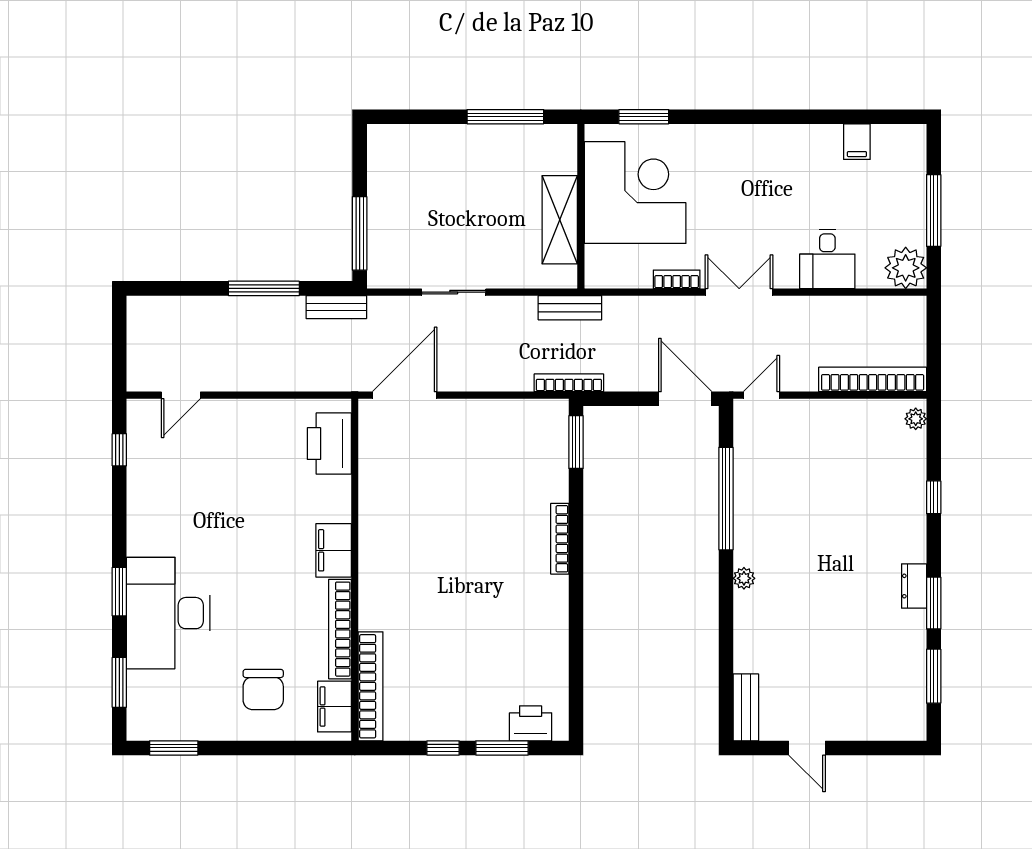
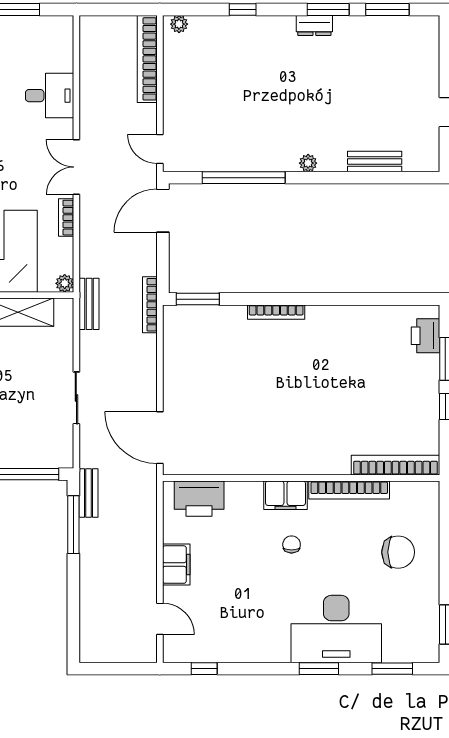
plant: (906, 268) -> (65, 283), moved, width x0.53, depth x0.53
window: (264, 288) -> (73, 525), moved
chair: (273, 558) -> (292, 544), added
filing cabinet: (334, 707) -> (176, 565), moved, turned -90
bench: (746, 707) -> (375, 162), moved

